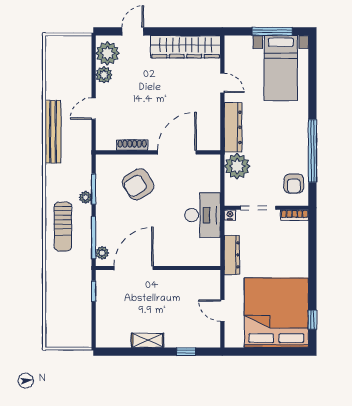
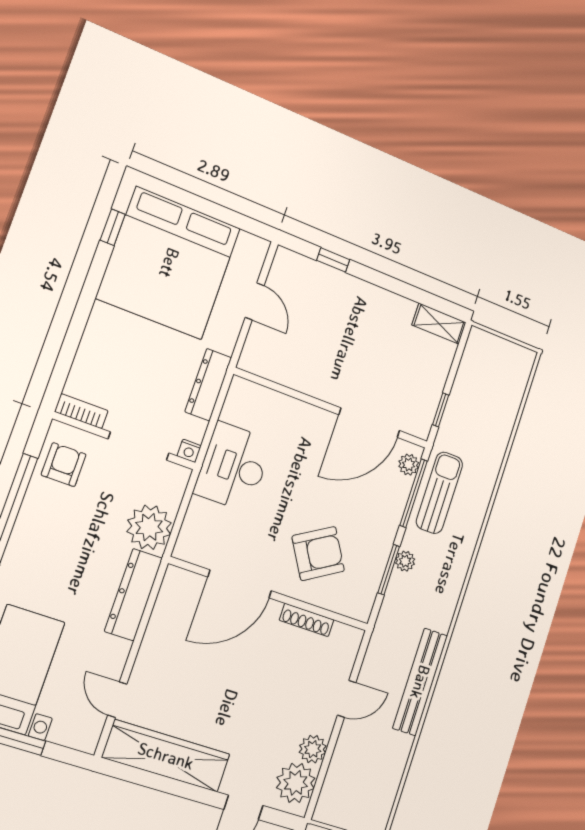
door: (222, 83) -> (117, 700), moved
sun lounger: (63, 227) -> (439, 493), moved
shelving: (148, 340) -> (439, 324), moved

